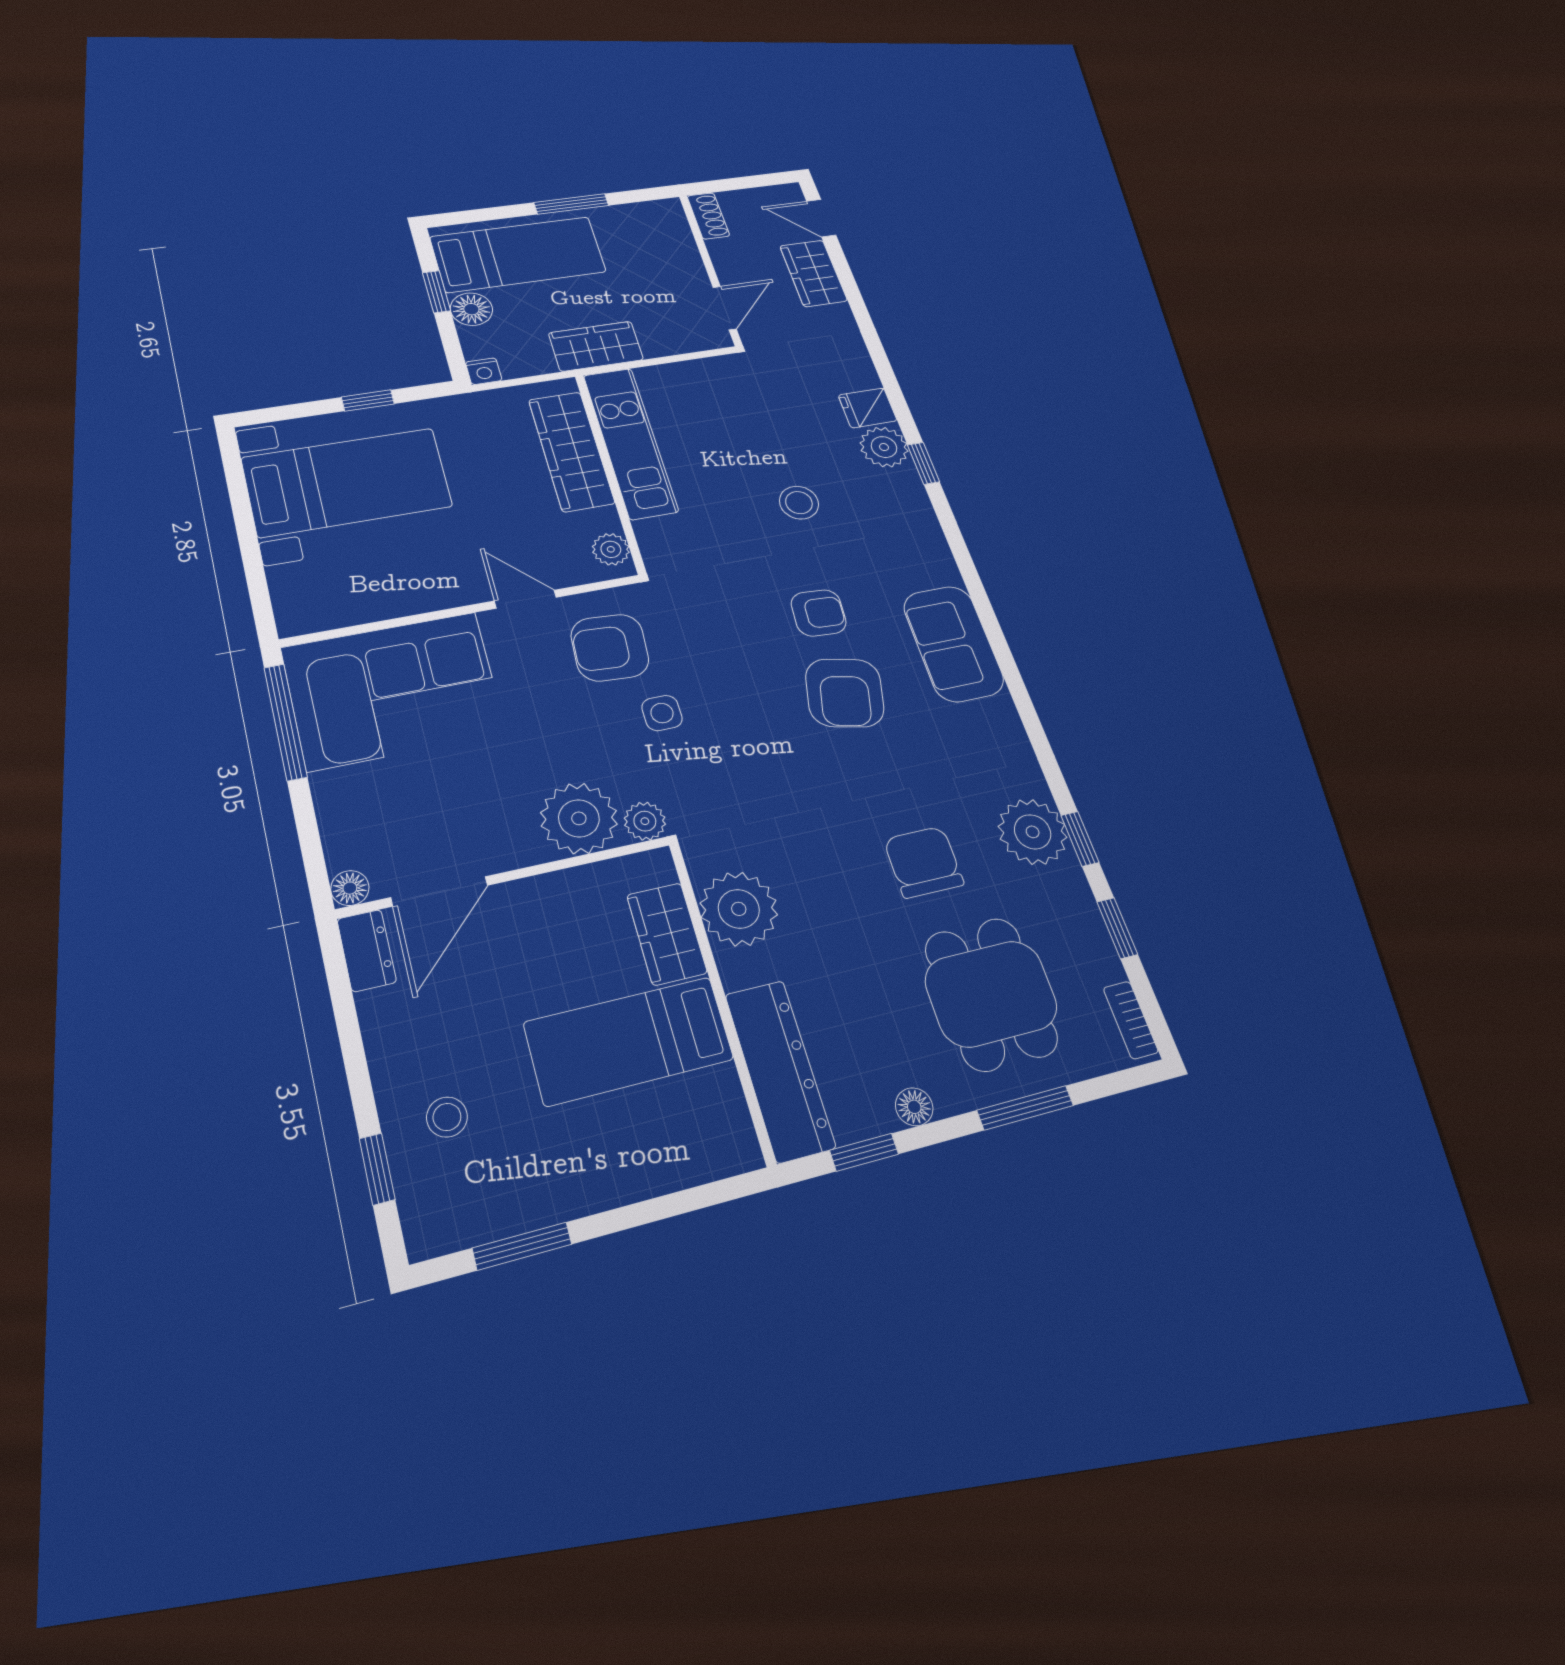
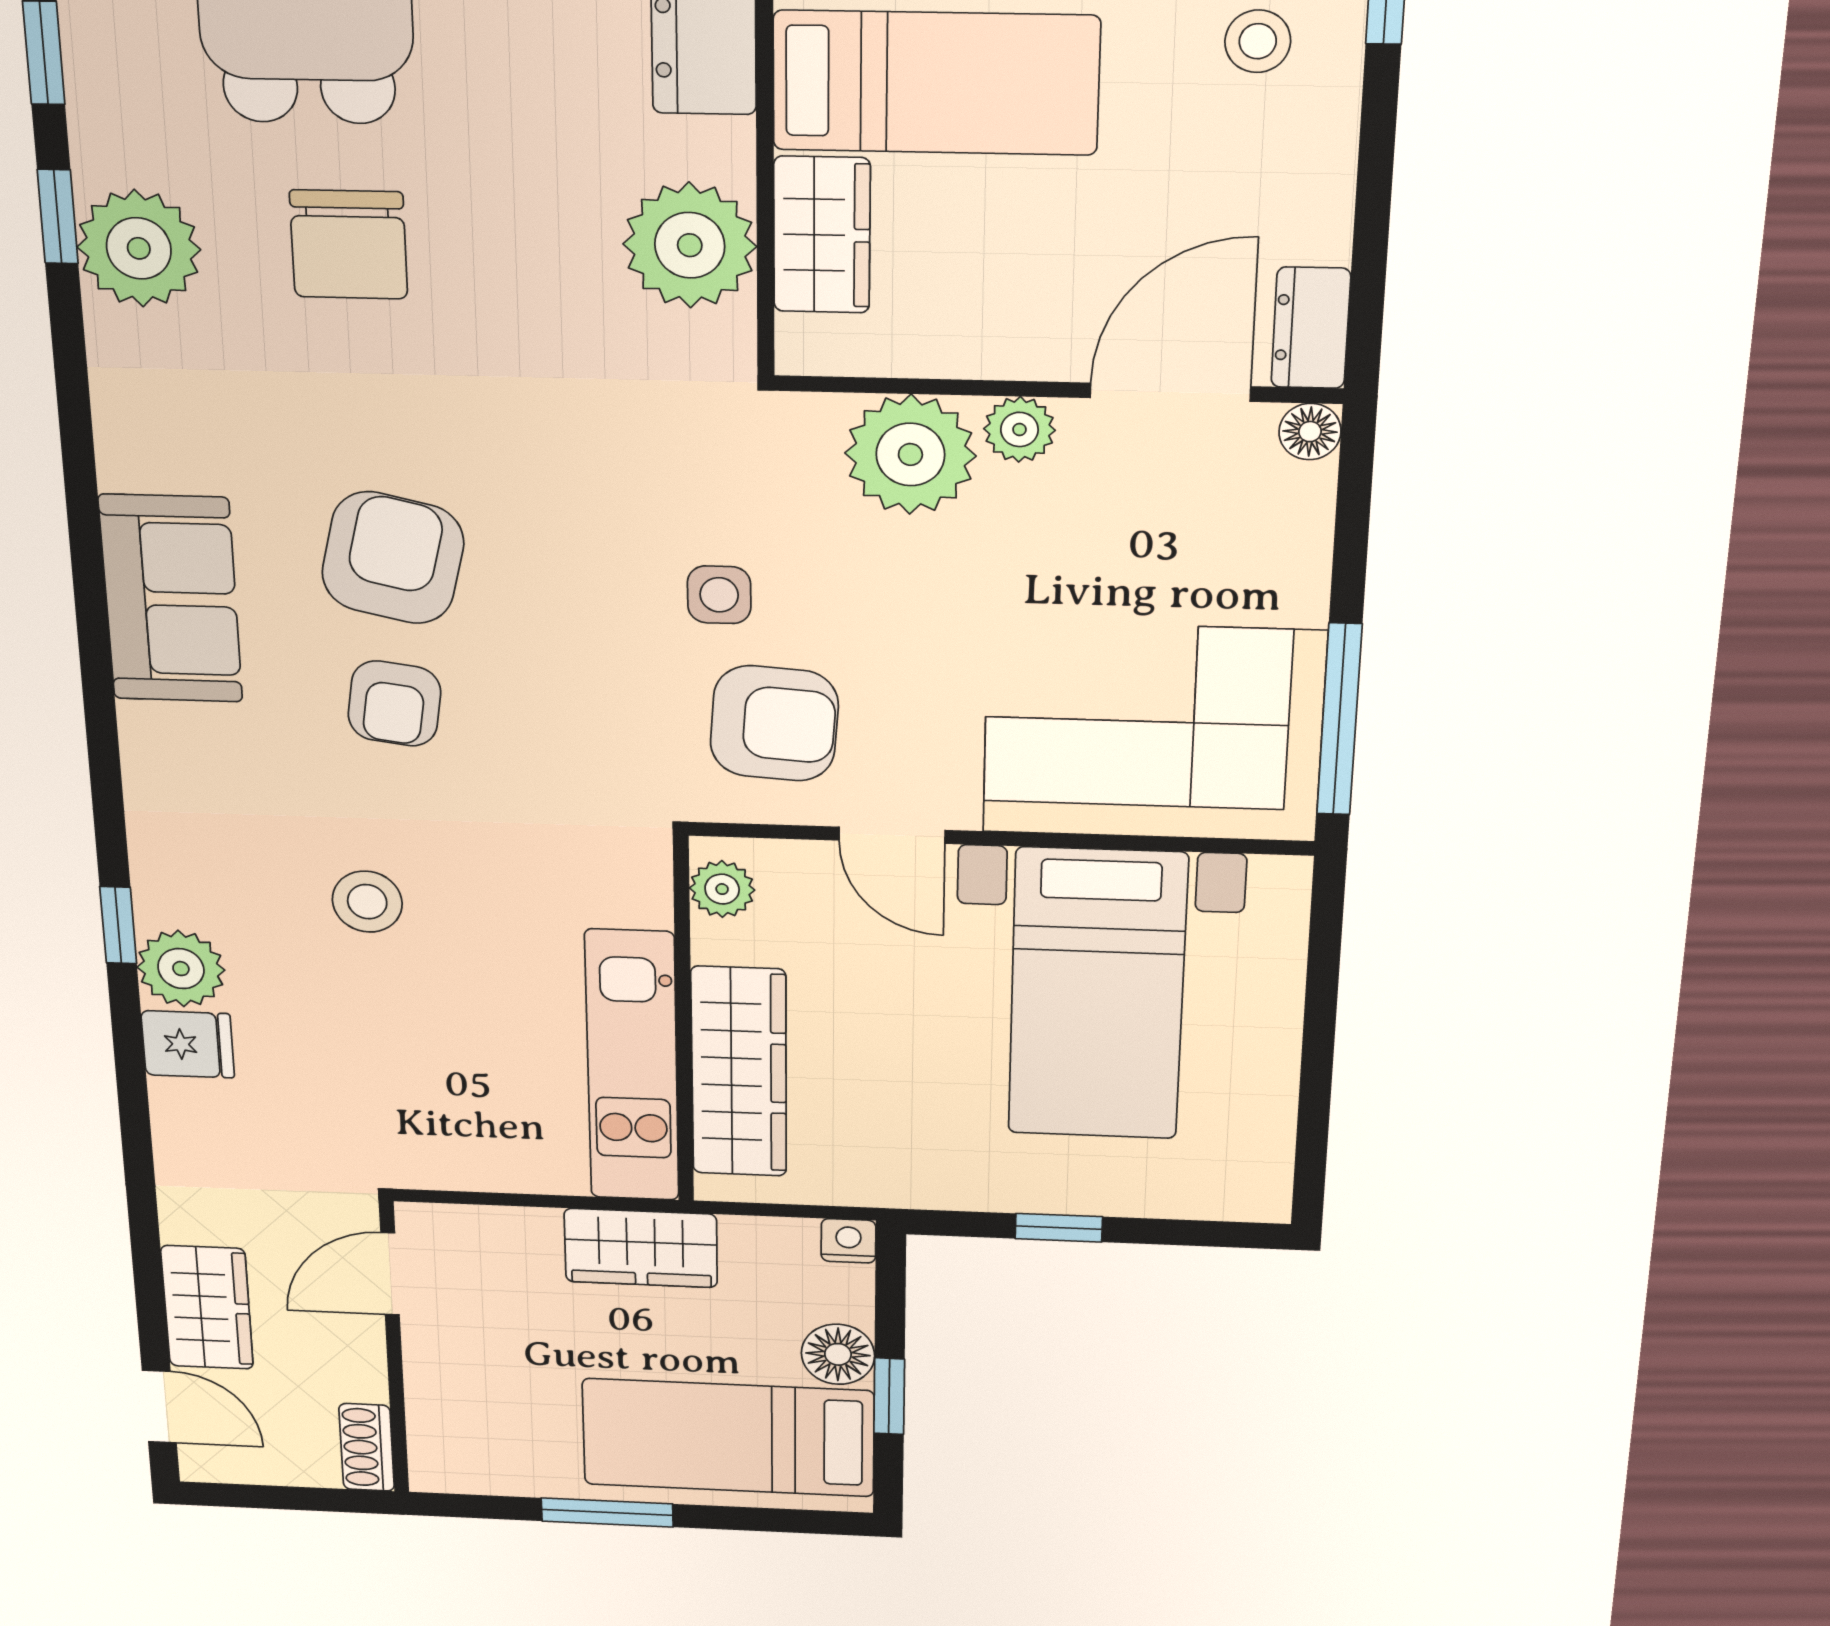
bed with nightstands: (347, 482) -> (1097, 995), moved, turned -90
armchair: (819, 613) -> (394, 704), turned -86
plant: (645, 821) -> (1019, 429), moved

